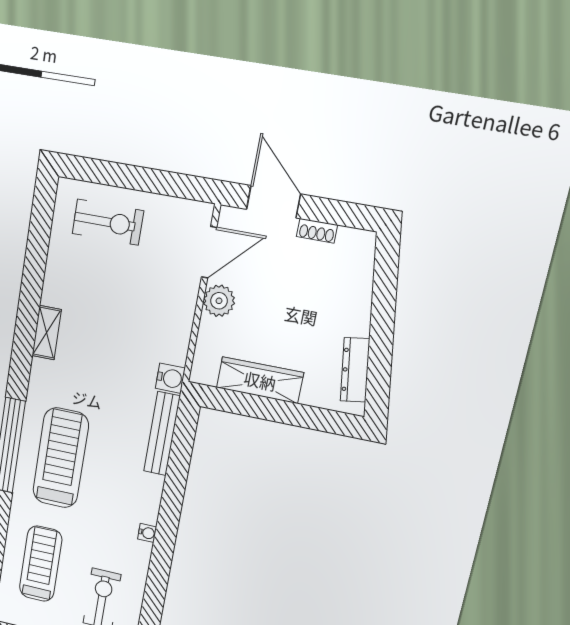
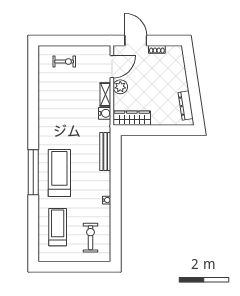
exercise bike: (108, 222) -> (64, 62), width x0.73, depth x0.72
shelving: (47, 333) -> (105, 94), moved
water cooler: (170, 378) -> (105, 113), moved
wardrobe: (260, 380) -> (132, 118), moved

